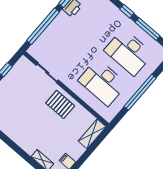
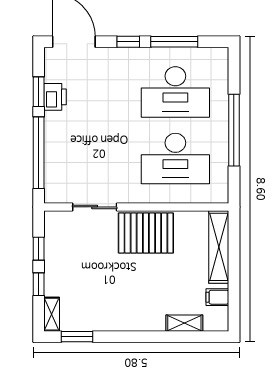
pallet: (60, 104) -> (146, 233), width x1.37, depth x1.41
shelving: (92, 134) -> (219, 247), width x1.47

